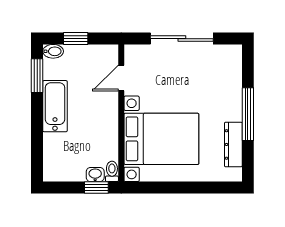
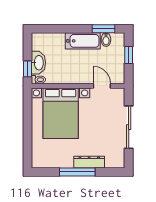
bidet: (53, 51) -> (106, 40), moved
dresser: (233, 144) -> (89, 162), moved
washbasin: (95, 175) -> (38, 63), width x1.91, depth x1.45

